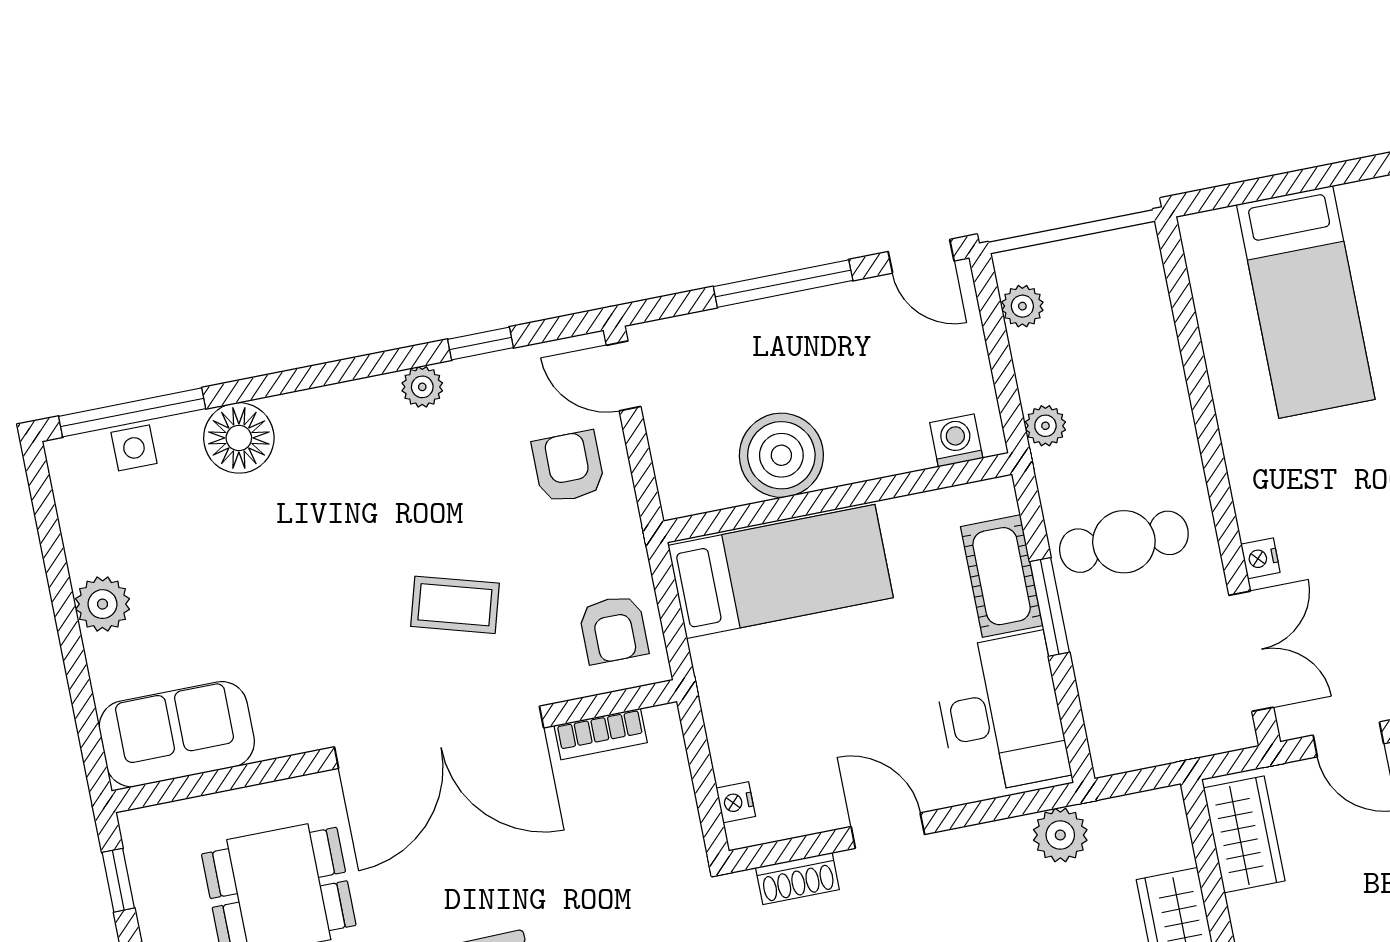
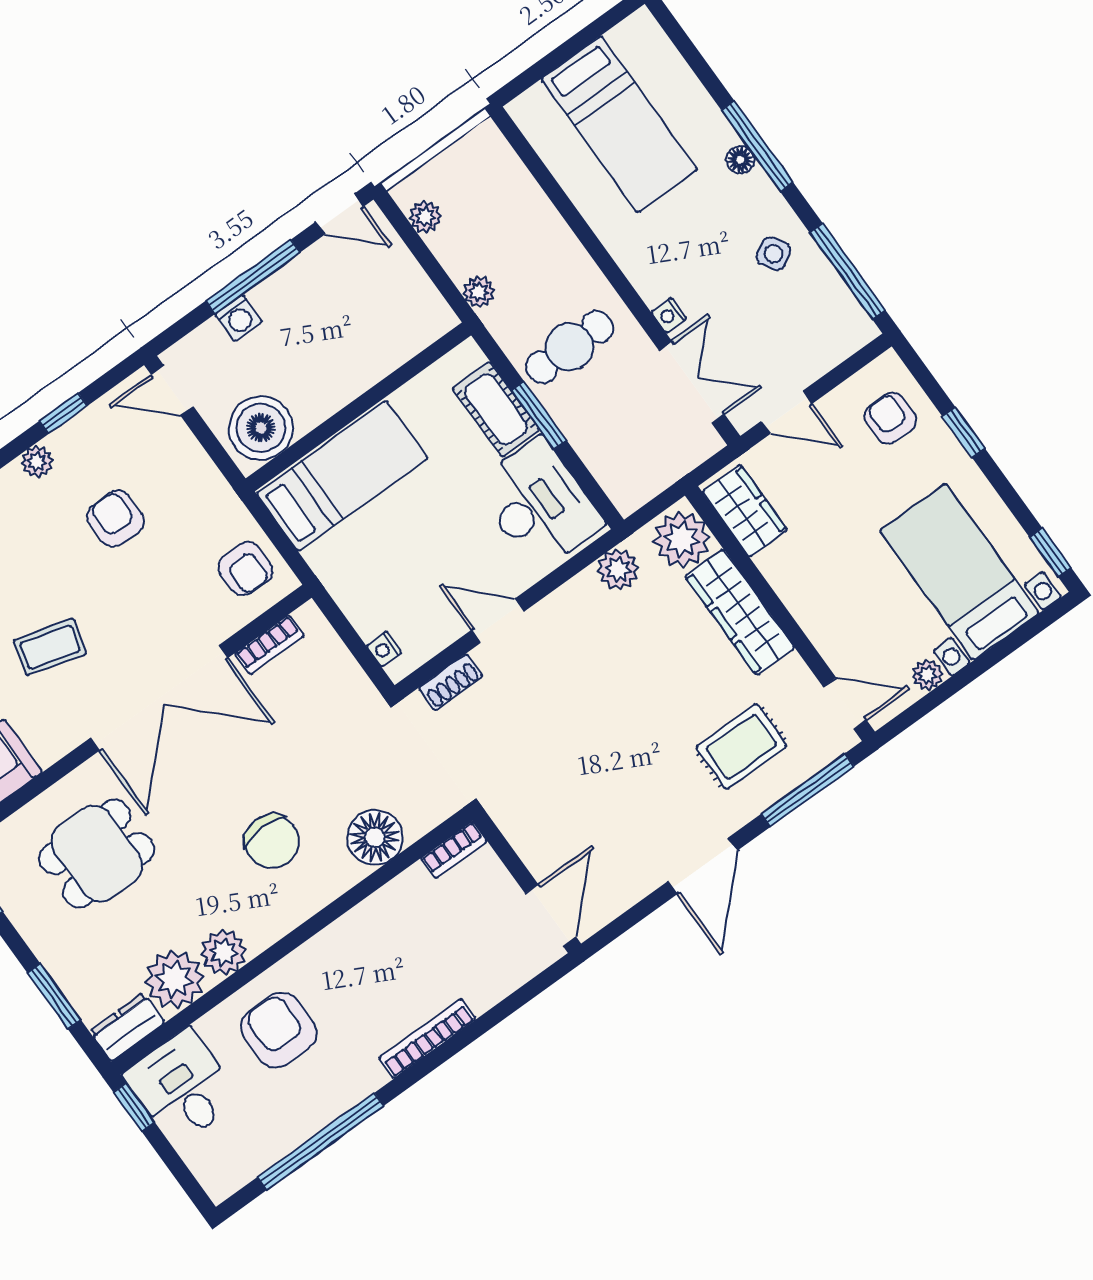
washing machine: (956, 440) -> (239, 318), moved, turned 180
boiler: (781, 455) -> (261, 428), moved
armchair: (568, 467) -> (116, 519), moved
coffee table: (455, 605) -> (50, 647), moved
plant: (1153, 834) -> (682, 539), added

